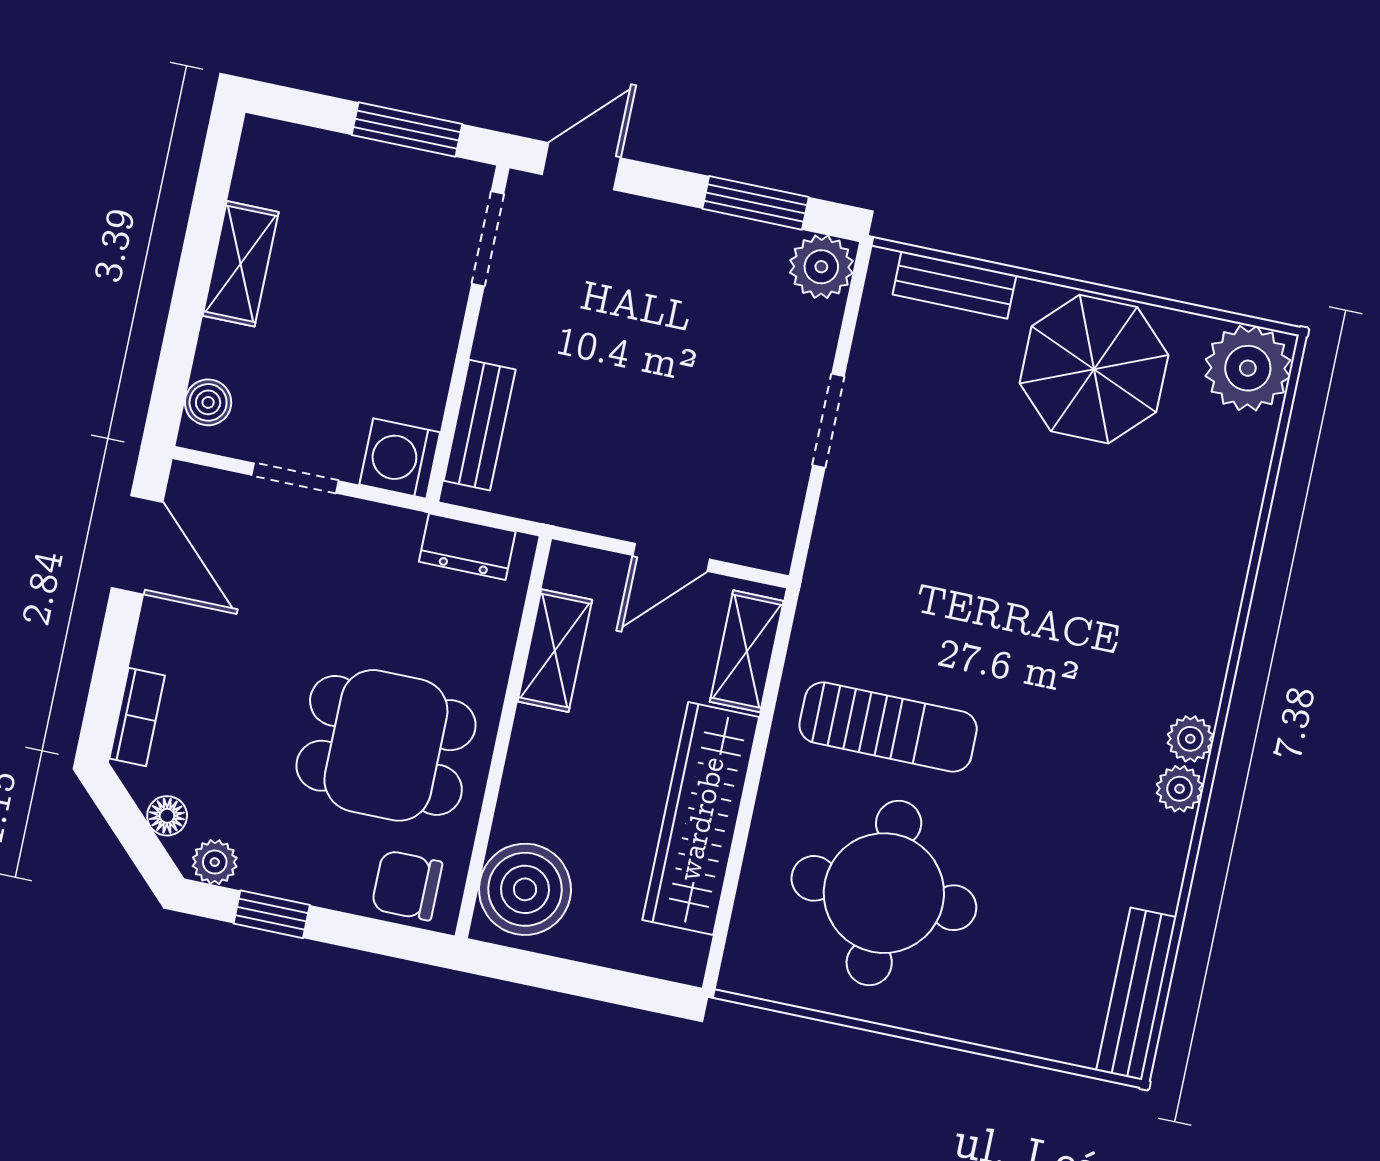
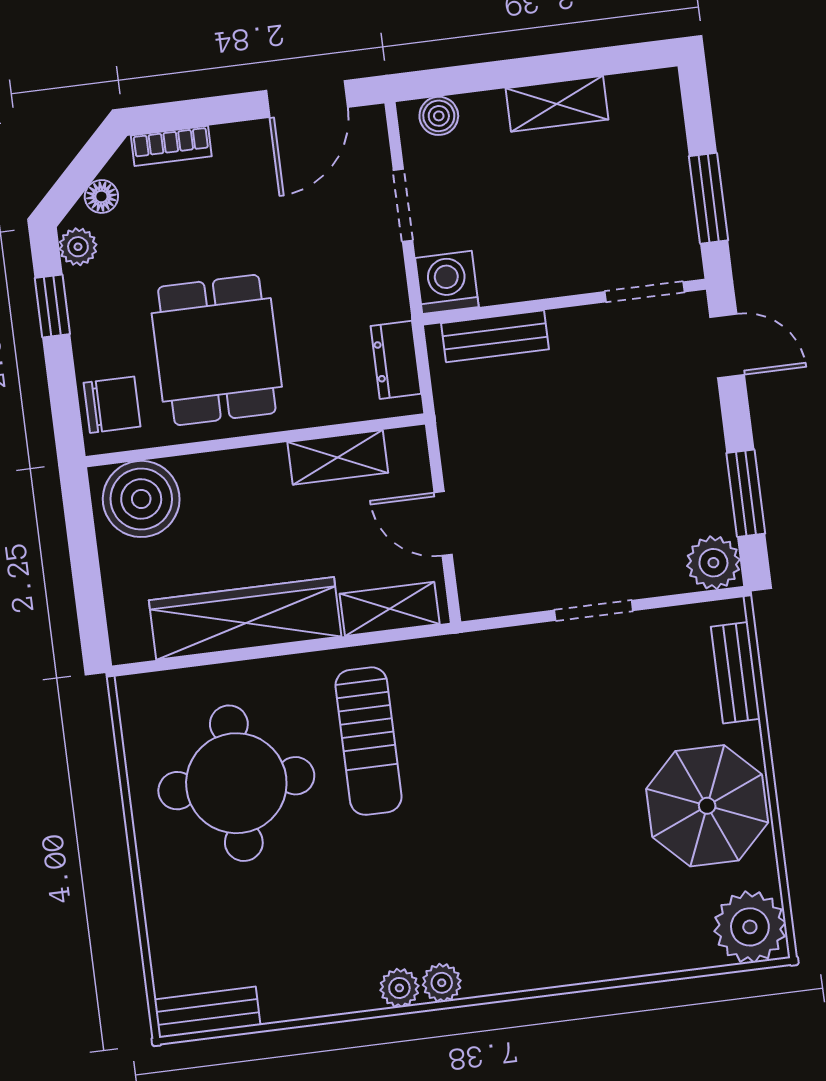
chair: (407, 885) -> (112, 405), turned 90
bench: (1136, 994) -> (207, 1012), width x0.73

